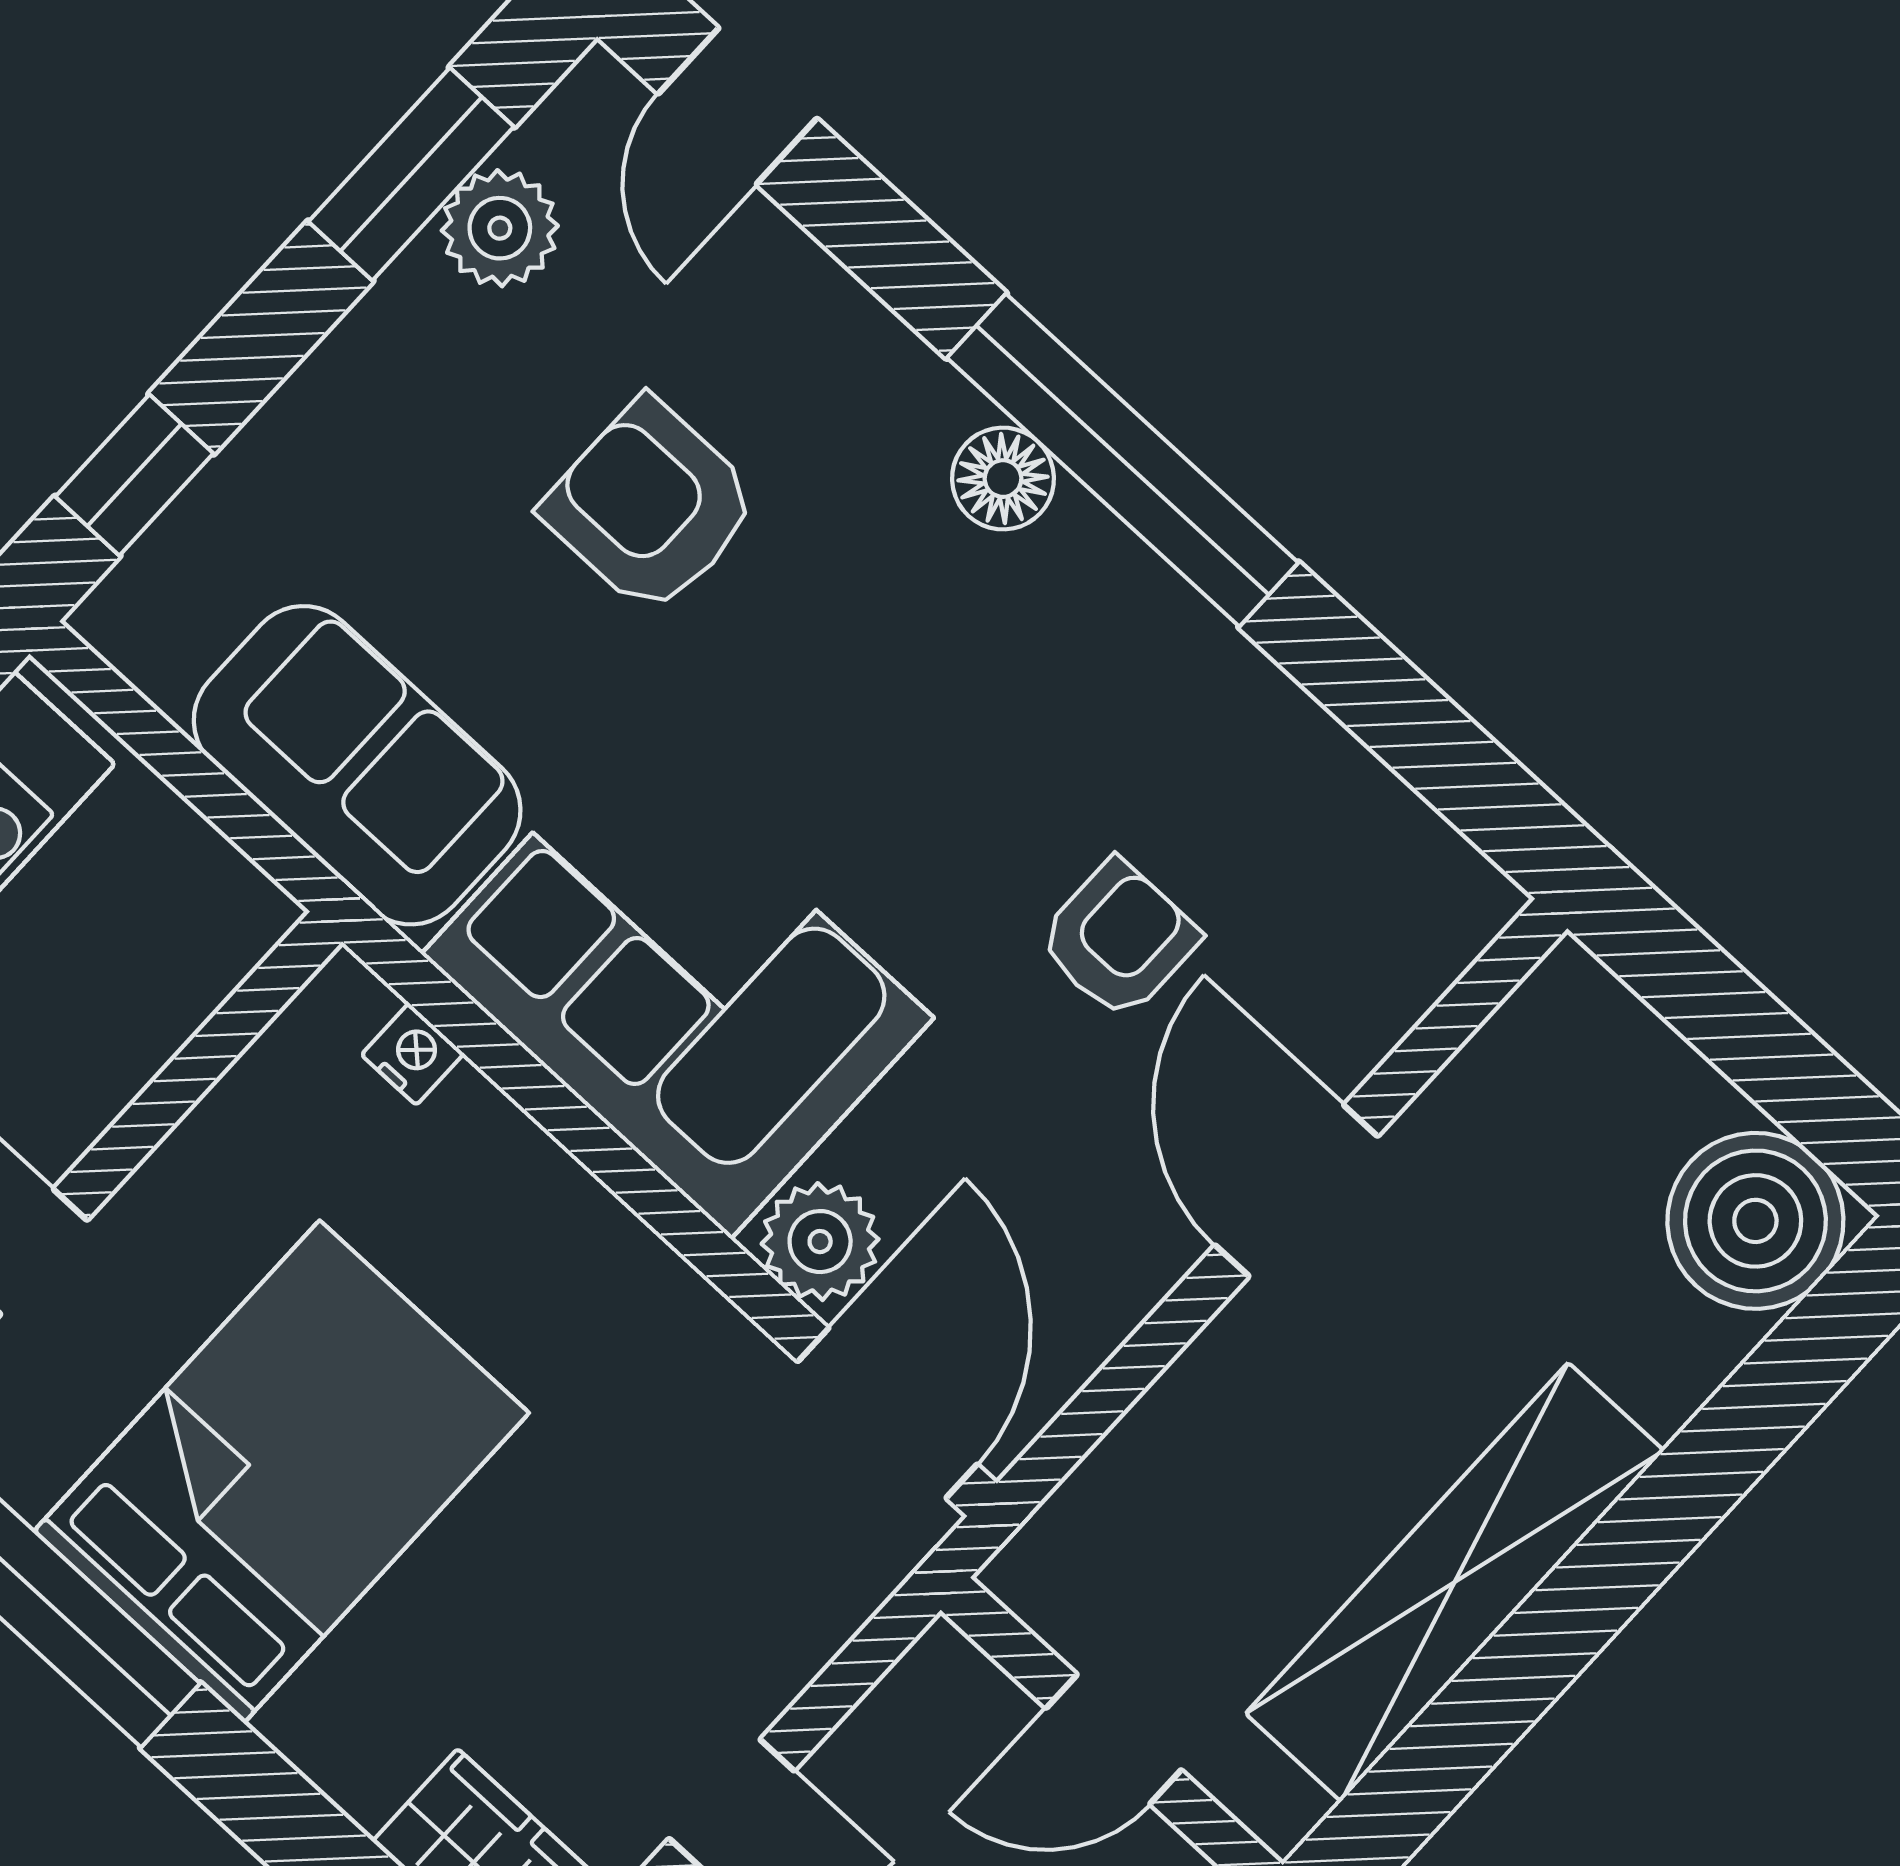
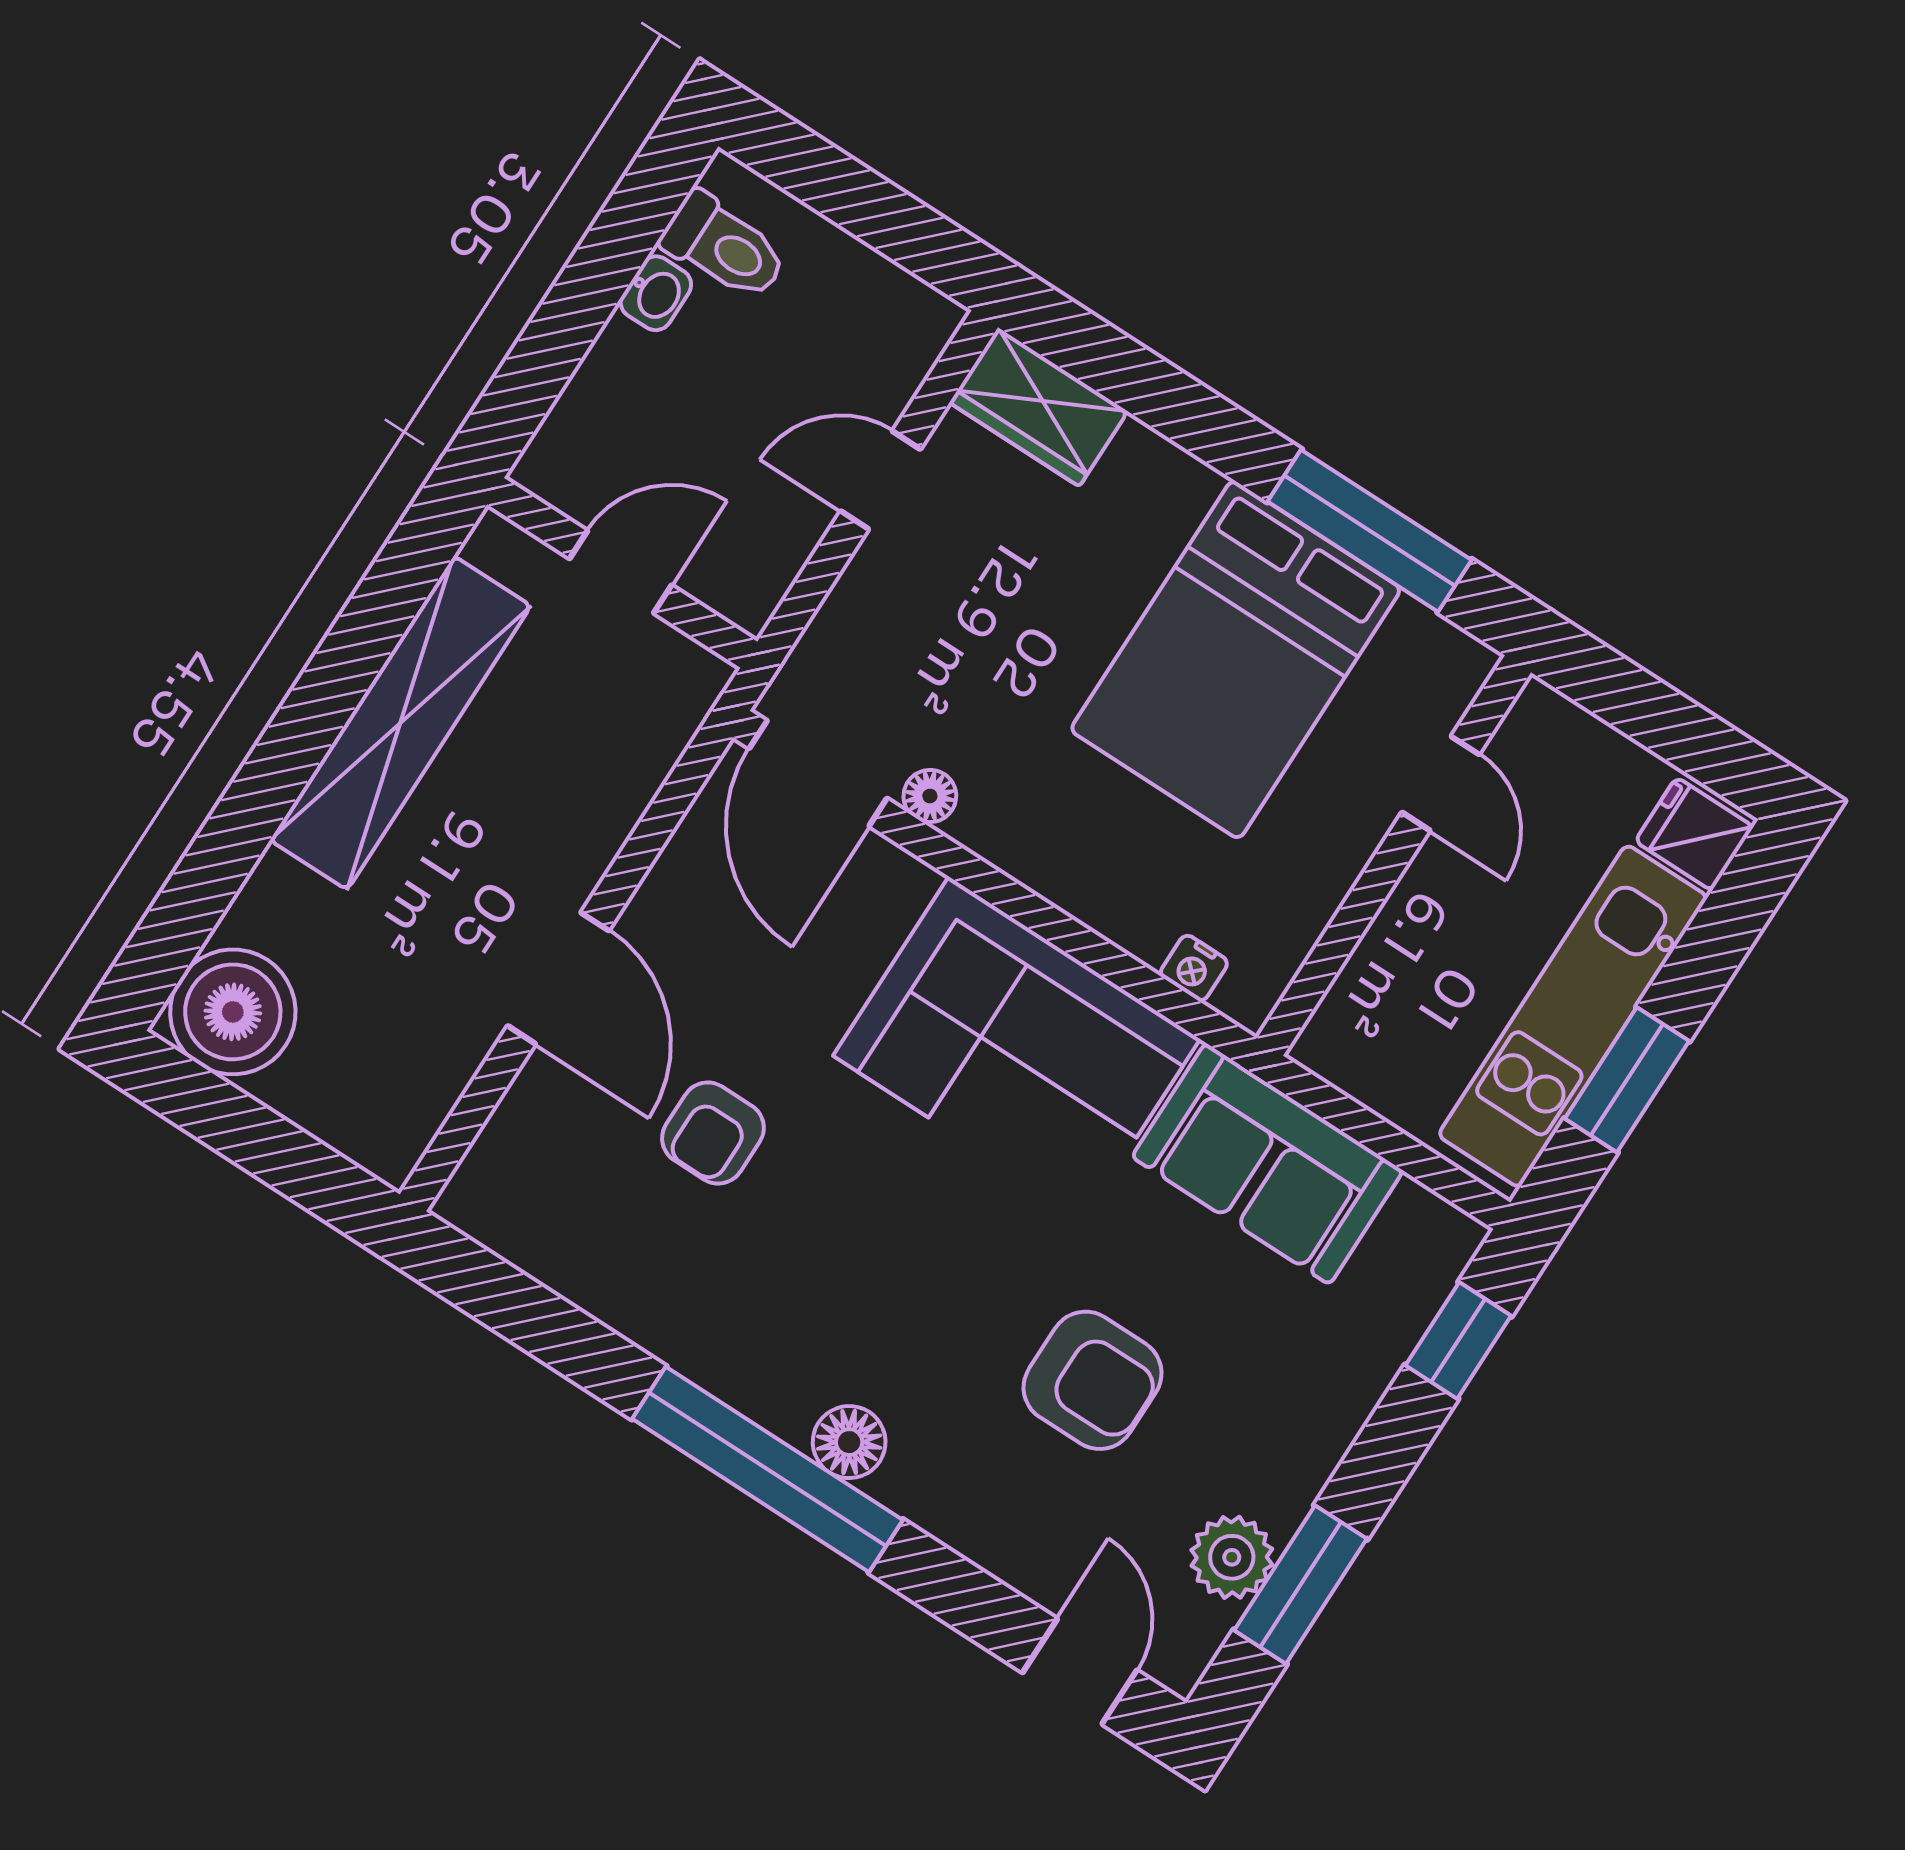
plant: (820, 1242) -> (886, 885), removed
floor lamp: (738, 1355) -> (930, 796), added

